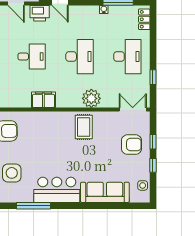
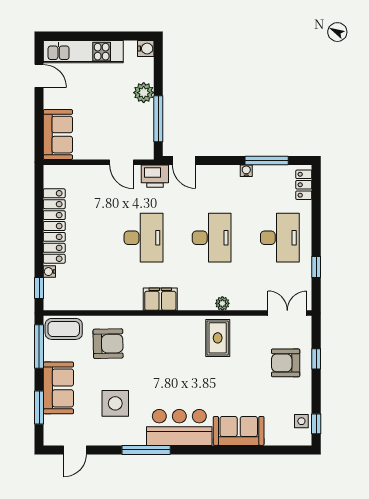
desk: (32, 57) -> (143, 238), width x1.37
plant: (91, 98) -> (222, 303), width x0.53, depth x0.53
armchair: (131, 145) -> (286, 363), turned 180
window: (153, 165) -> (316, 424), moved
sofa: (105, 192) -> (239, 431), width x0.73

